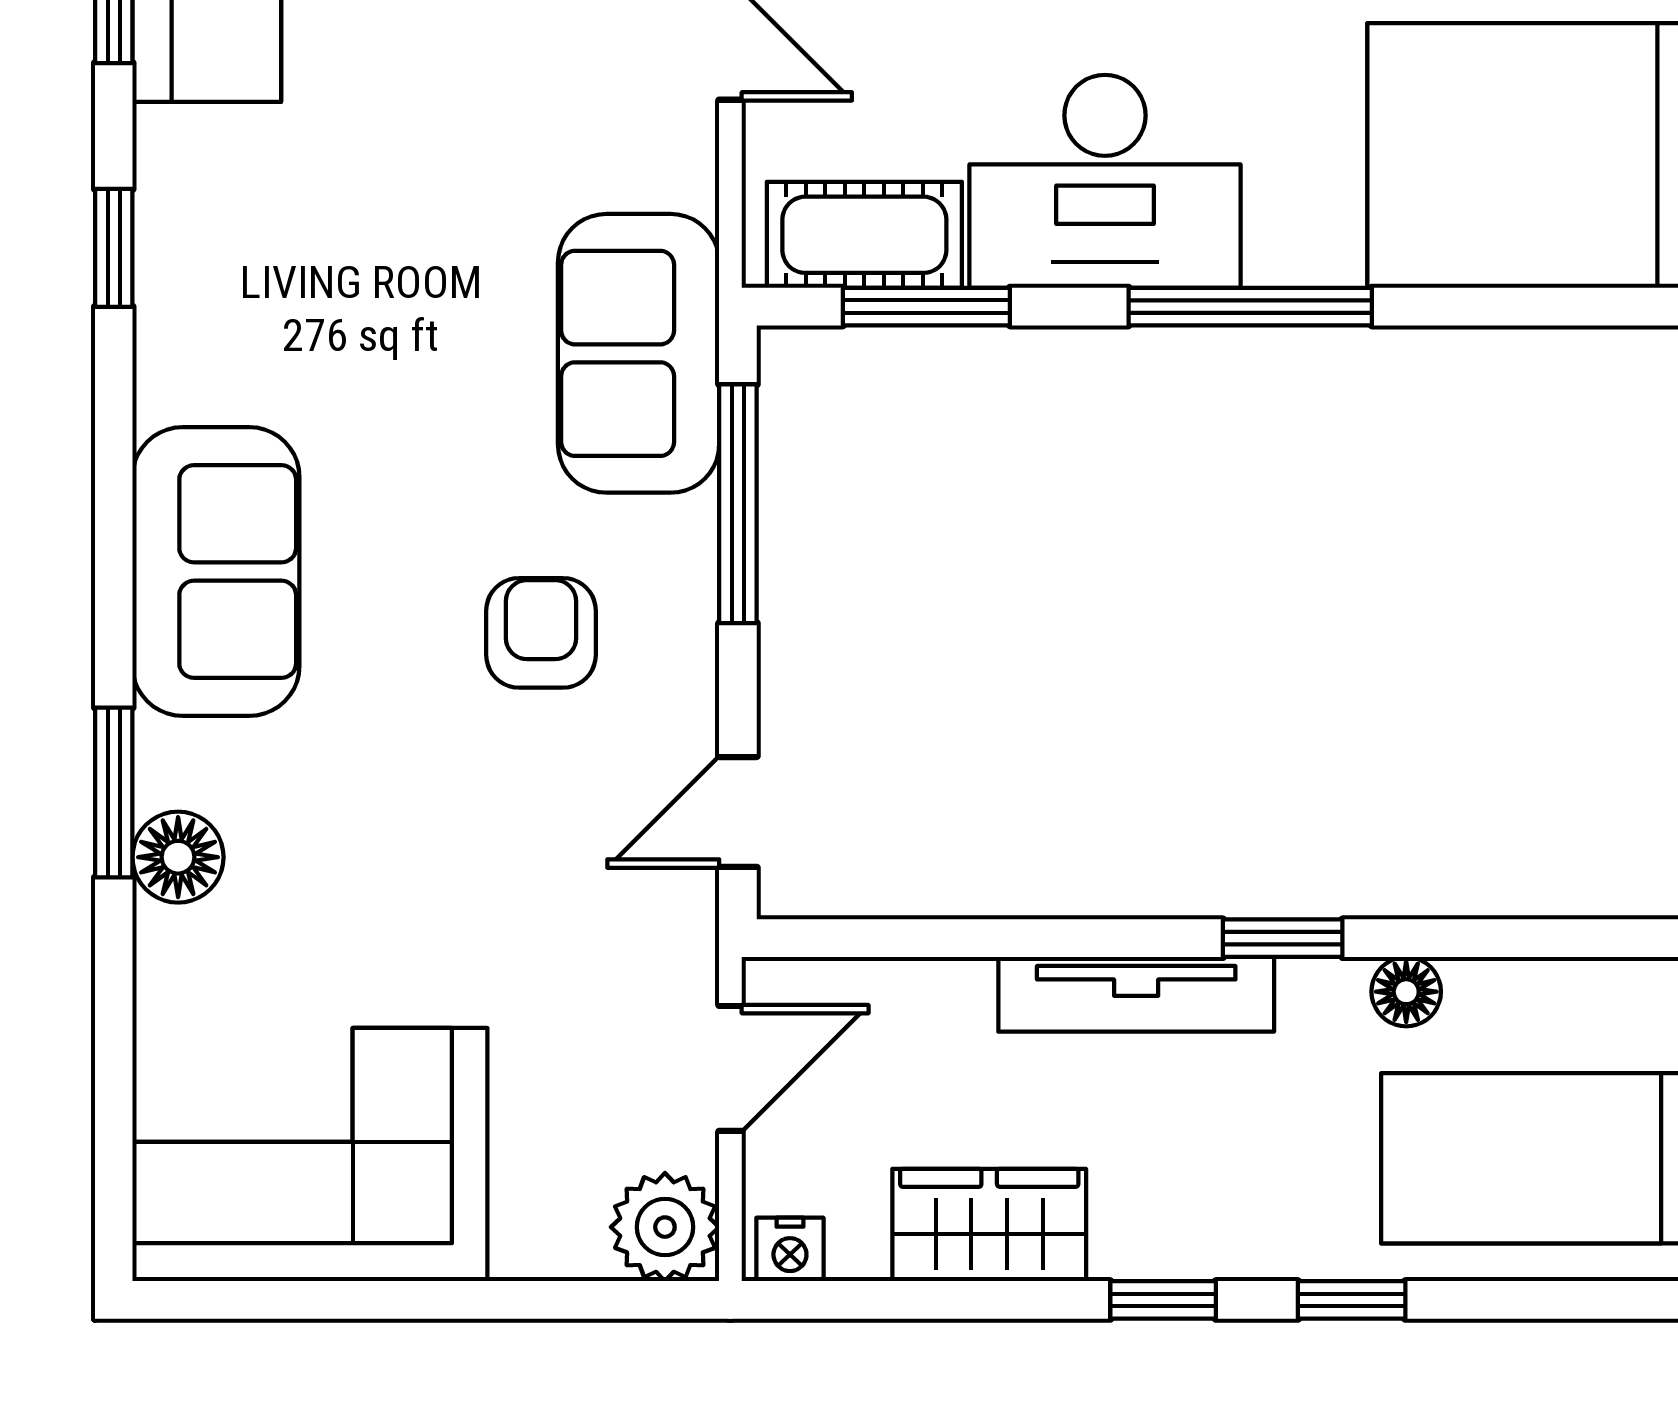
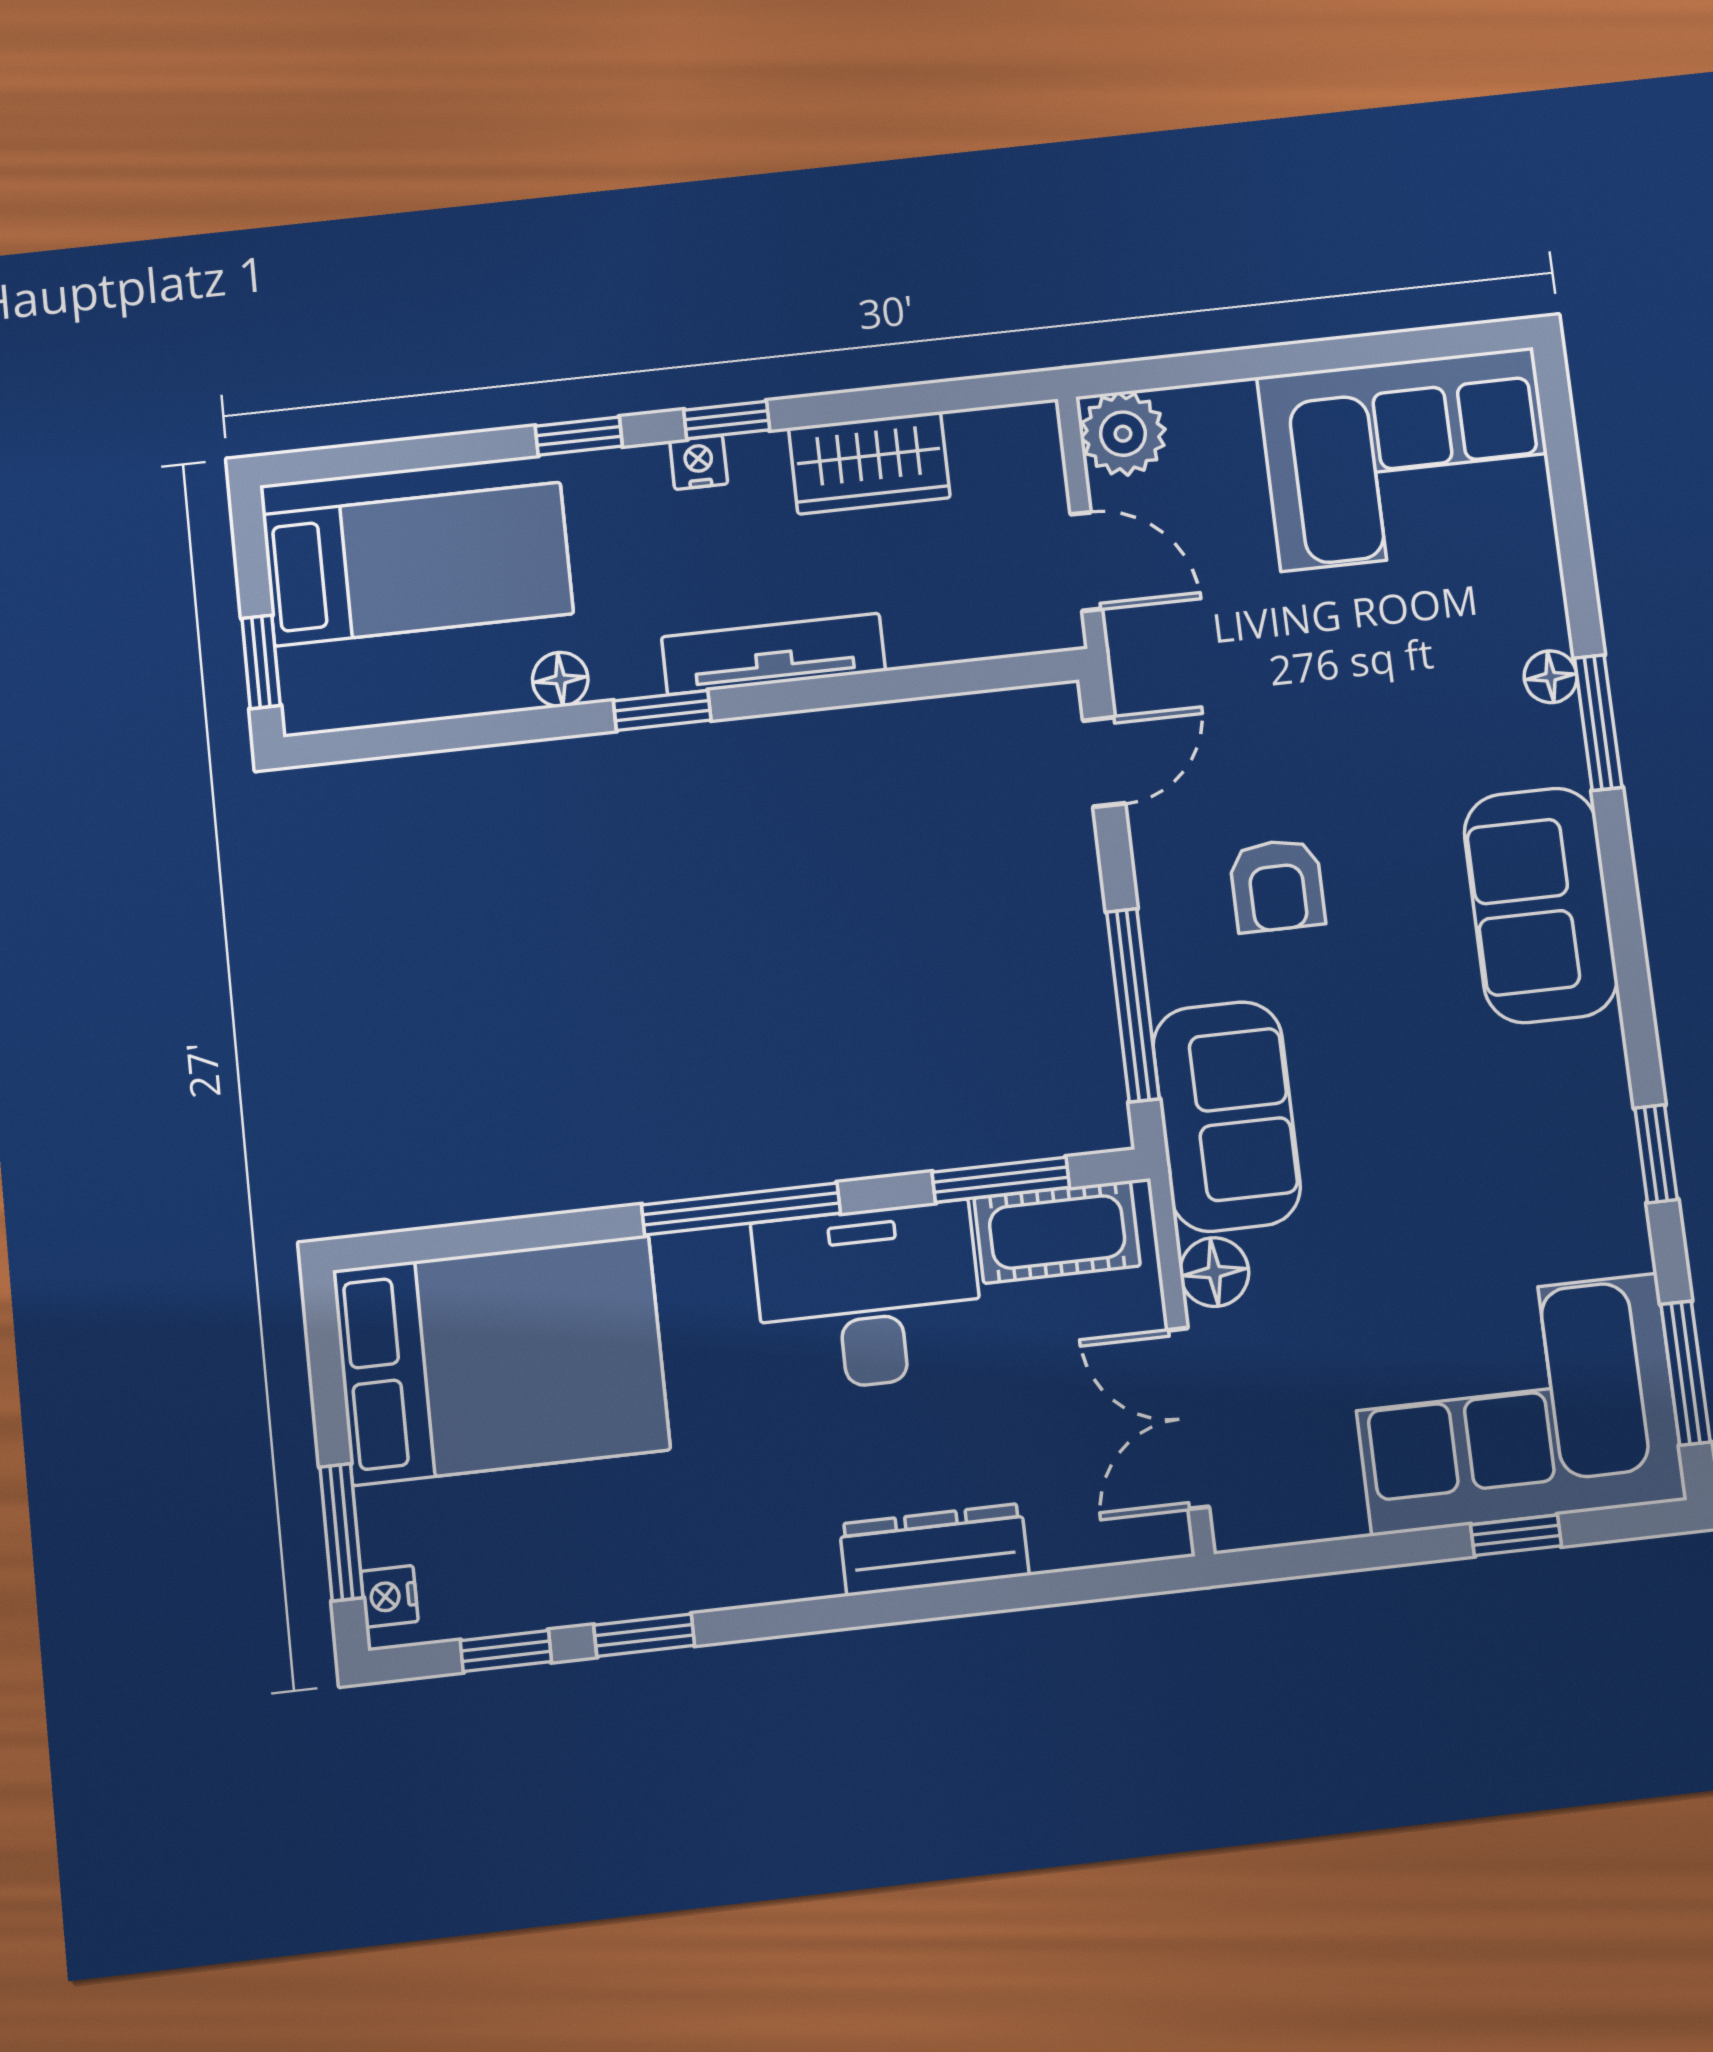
floor lamp: (677, 164) -> (1214, 1272), added
floor lamp: (178, 857) -> (1551, 677), width x0.73, depth x0.73
door: (730, 1068) -> (1086, 562), swing flipped
nightstand: (790, 1249) -> (699, 462), moved

